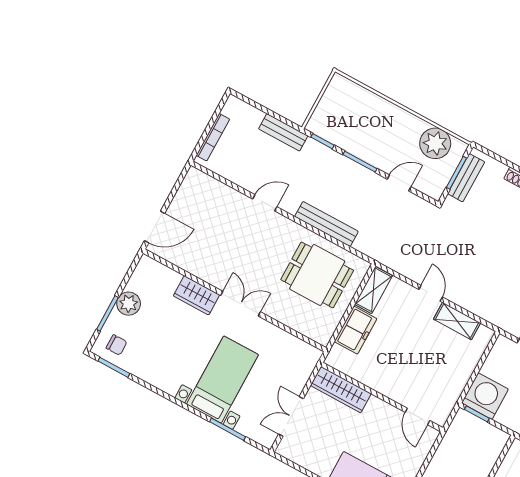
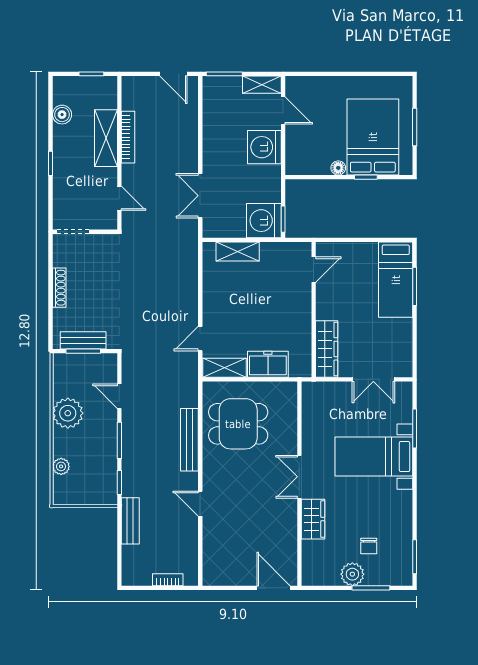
plant: (365, 97) -> (61, 466), added
bookcase: (213, 137) -> (168, 580), width x0.64
plant: (435, 143) -> (68, 413), moved
dining table: (317, 275) -> (238, 424), turned 90
door: (431, 293) -> (200, 339), moved
shelving: (457, 321) -> (238, 252), moved, turned 90
chair: (117, 345) -> (369, 546), moved, turned 180

